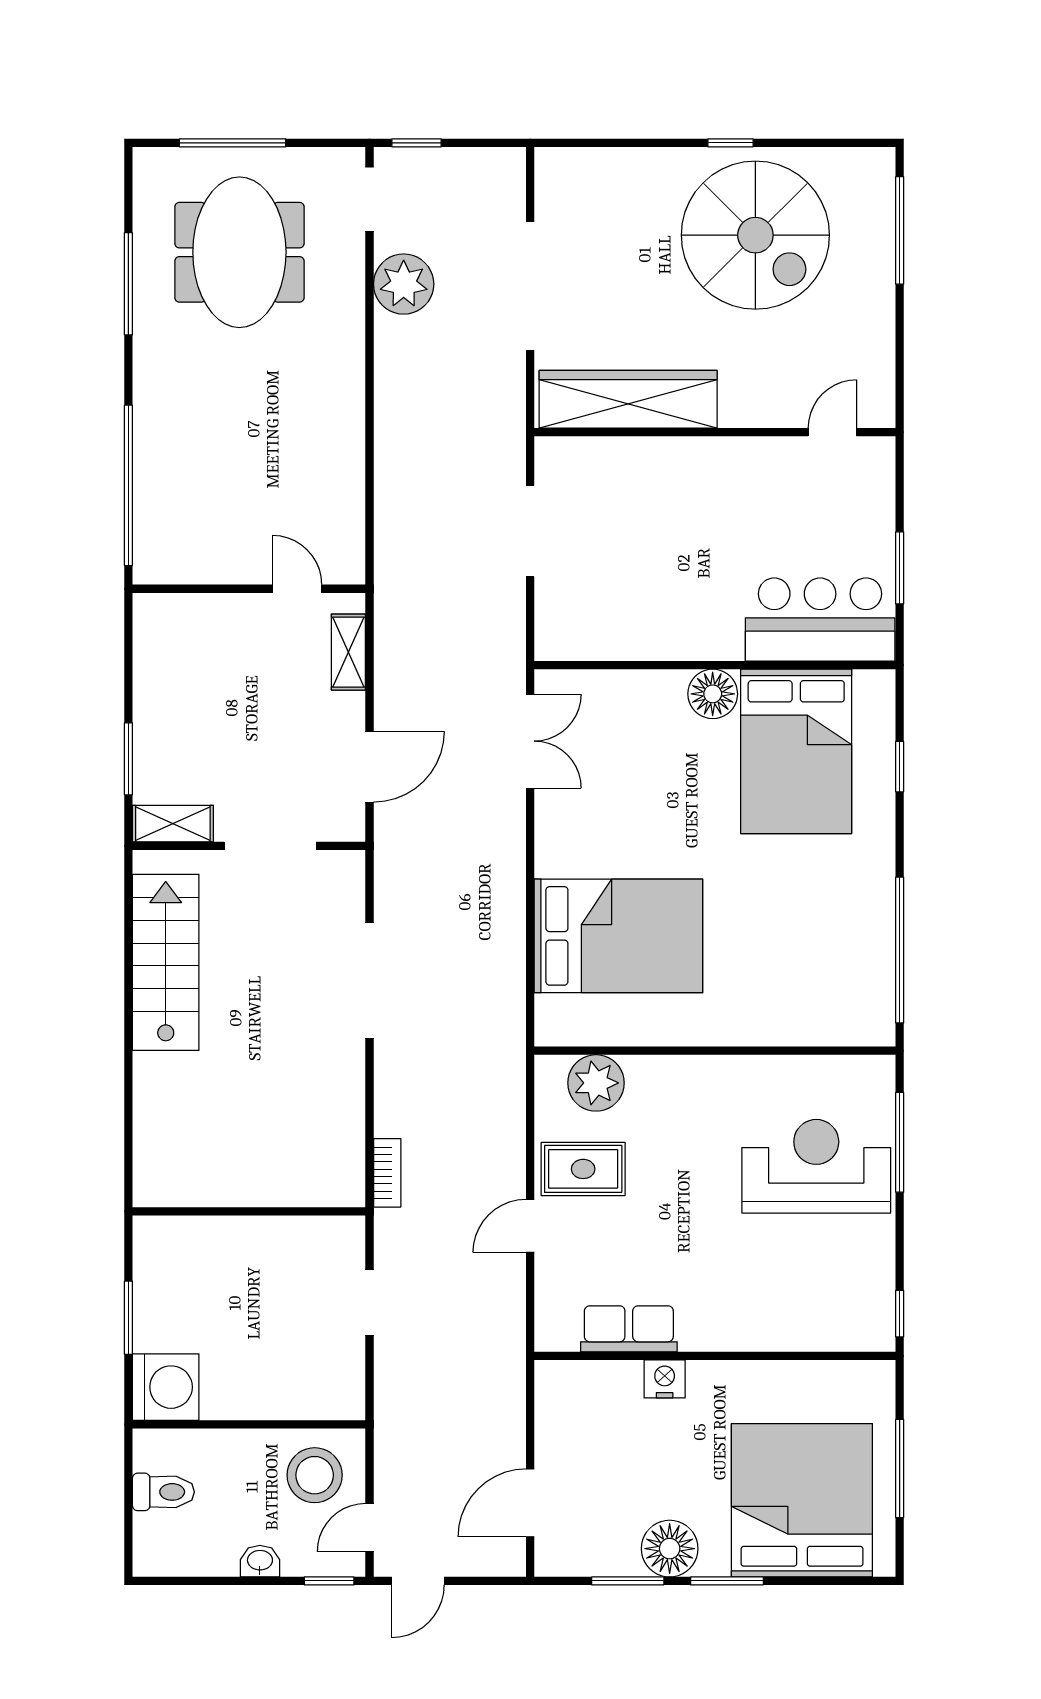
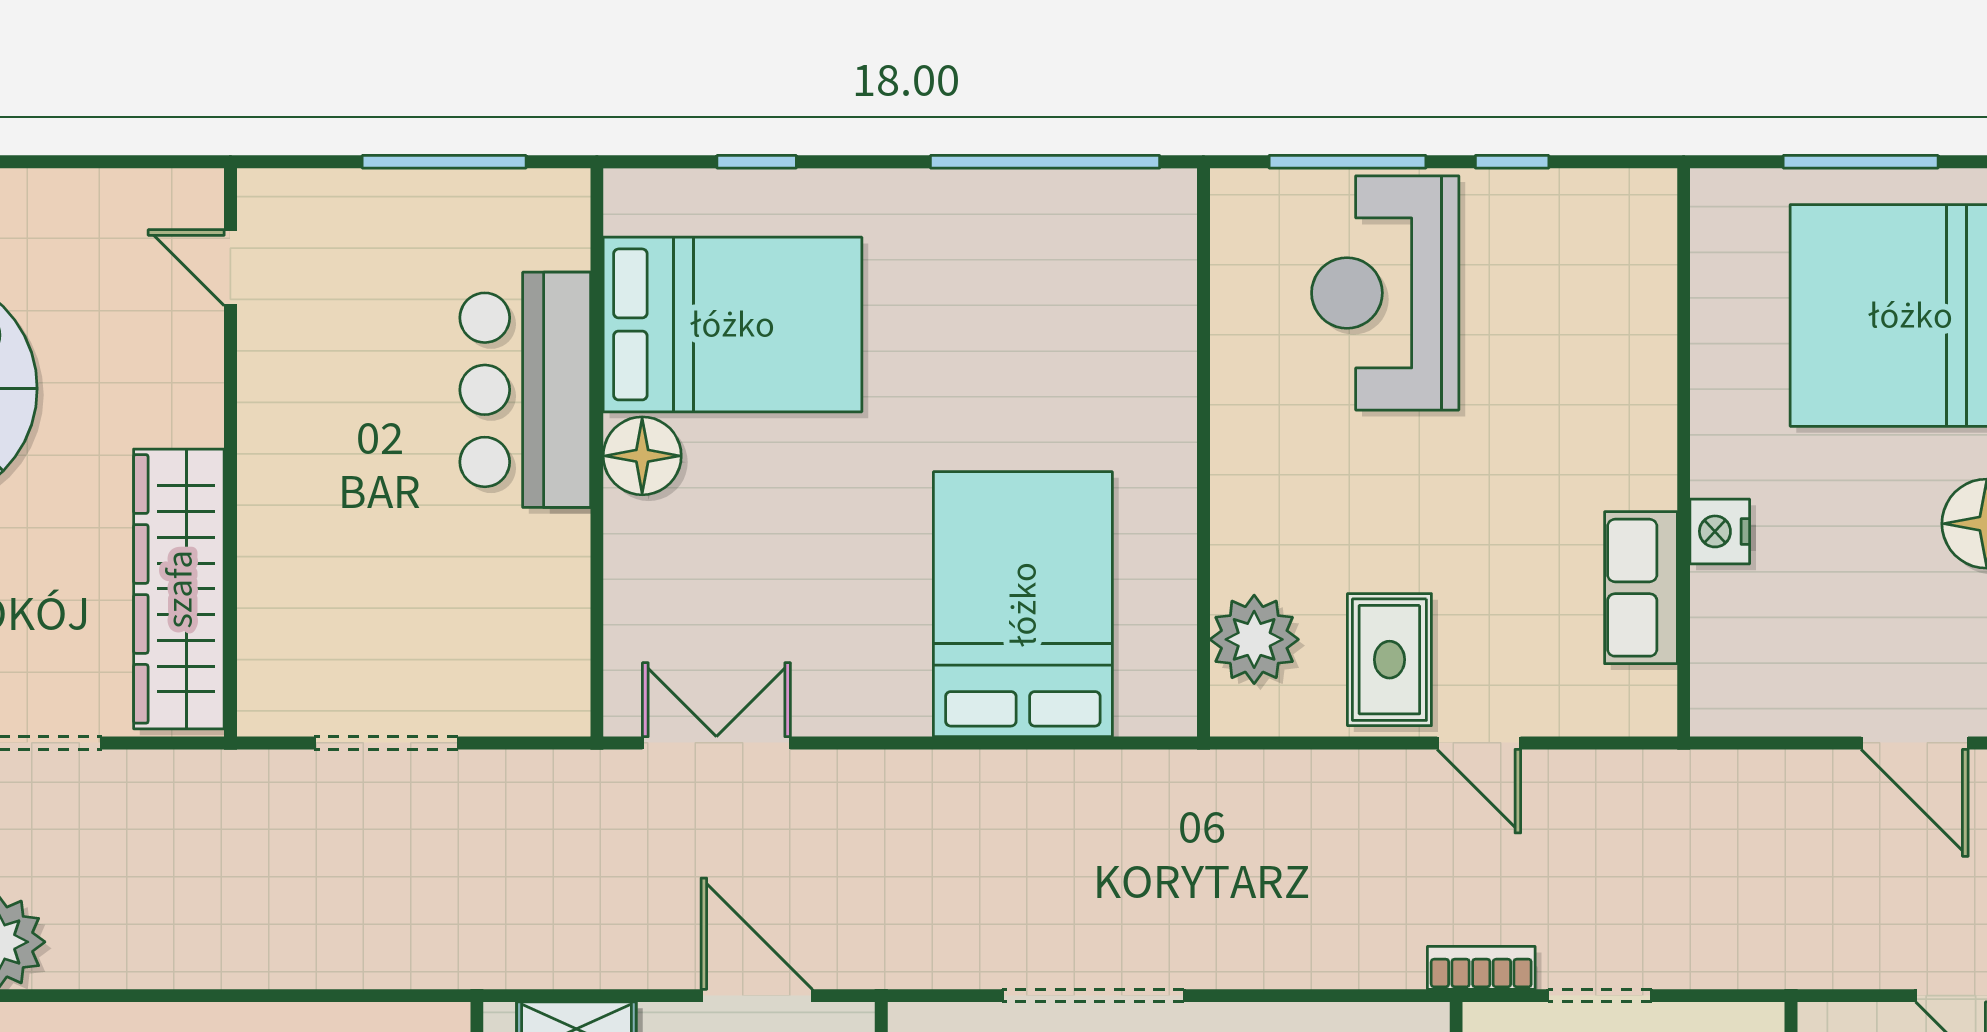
window: (900, 568) -> (444, 162), width x1.44
bar counter: (820, 620) -> (525, 390), moved
bookcase: (387, 1173) -> (1481, 968), moved
window: (900, 1314) -> (1512, 162), moved

